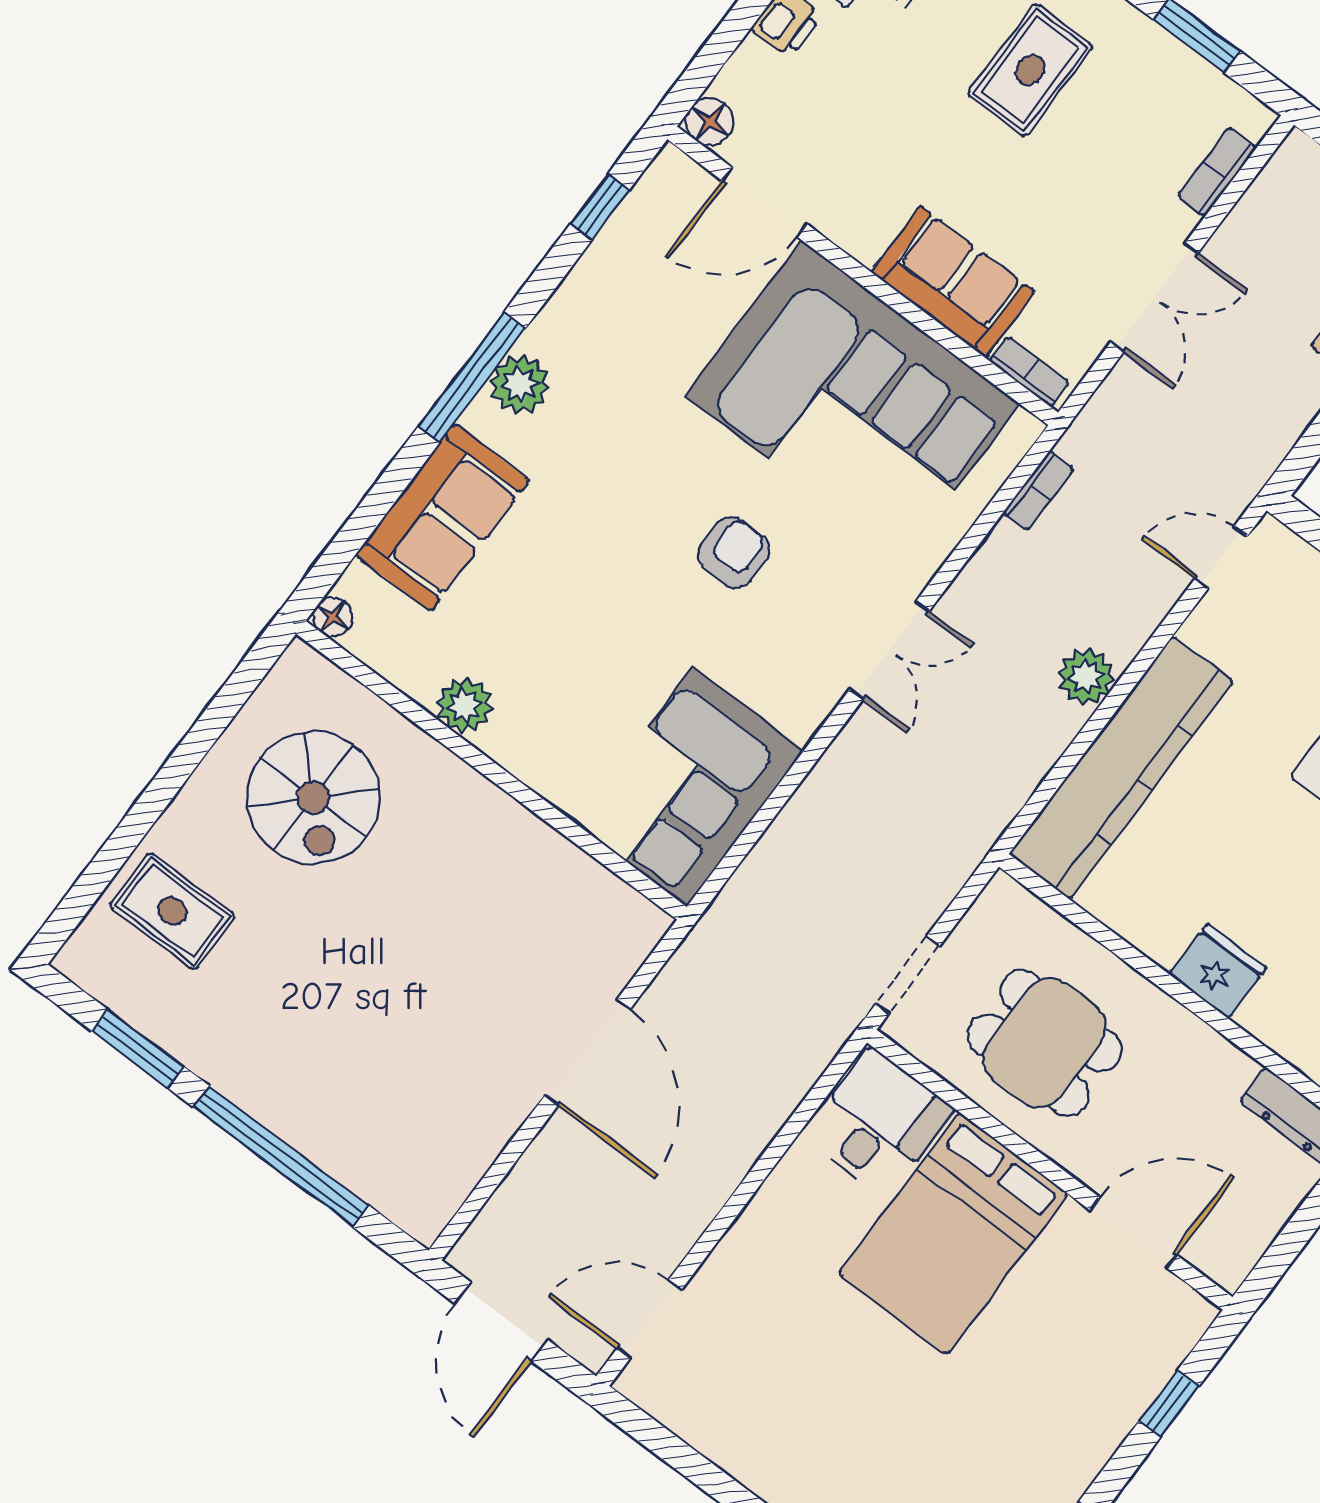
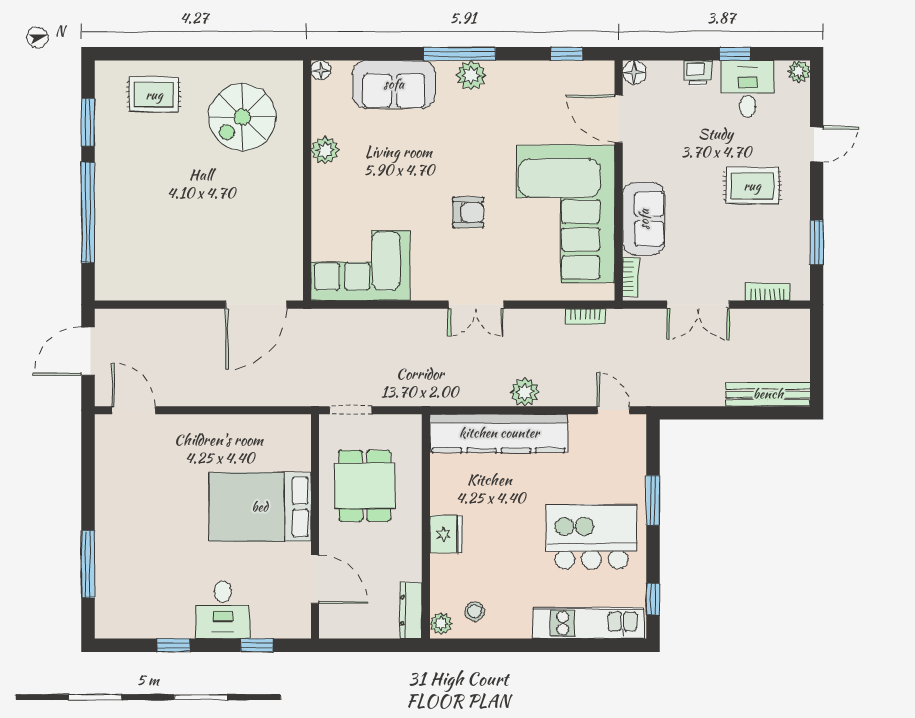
rug: (172, 911) -> (154, 95), turned 90
door: (588, 1052) -> (256, 305), moved
desk: (879, 1123) -> (223, 610), moved, turned 90

